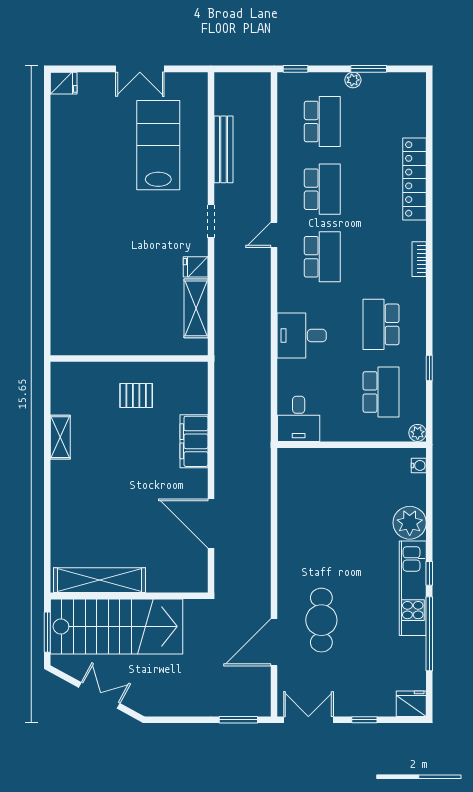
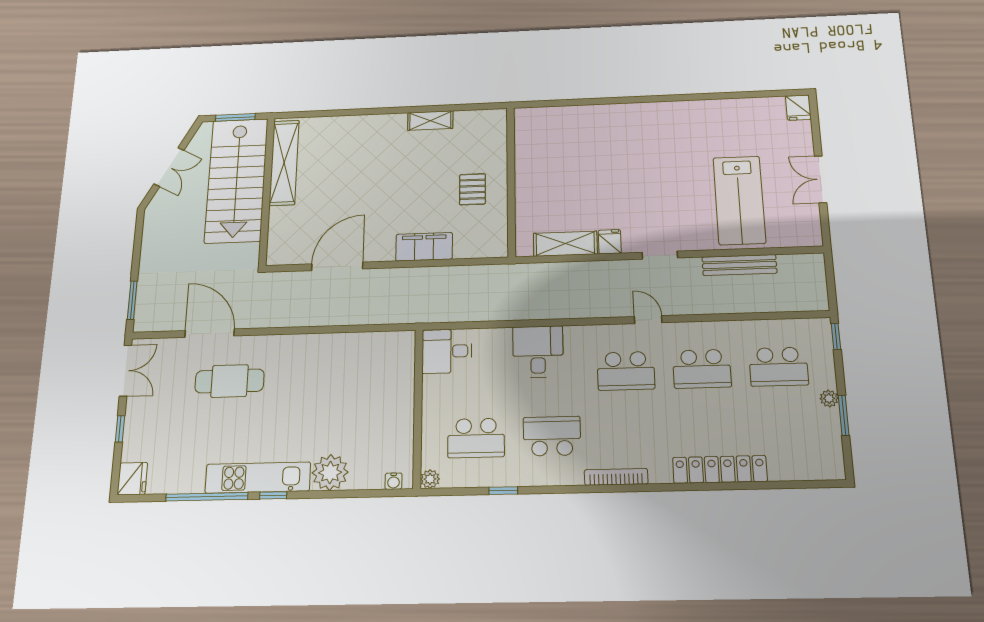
lab bench: (158, 145) -> (739, 200), turned 90
bookcase: (419, 259) -> (616, 477), width x1.56

